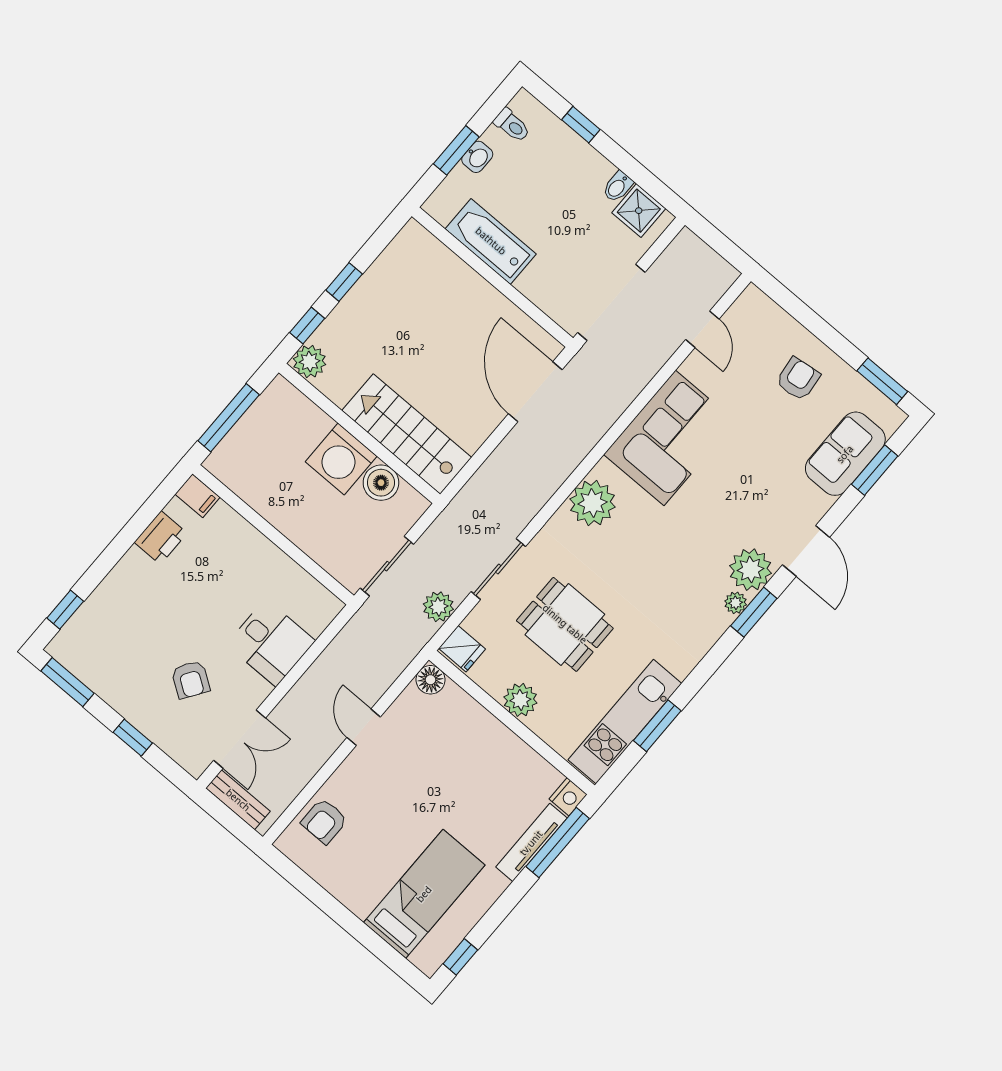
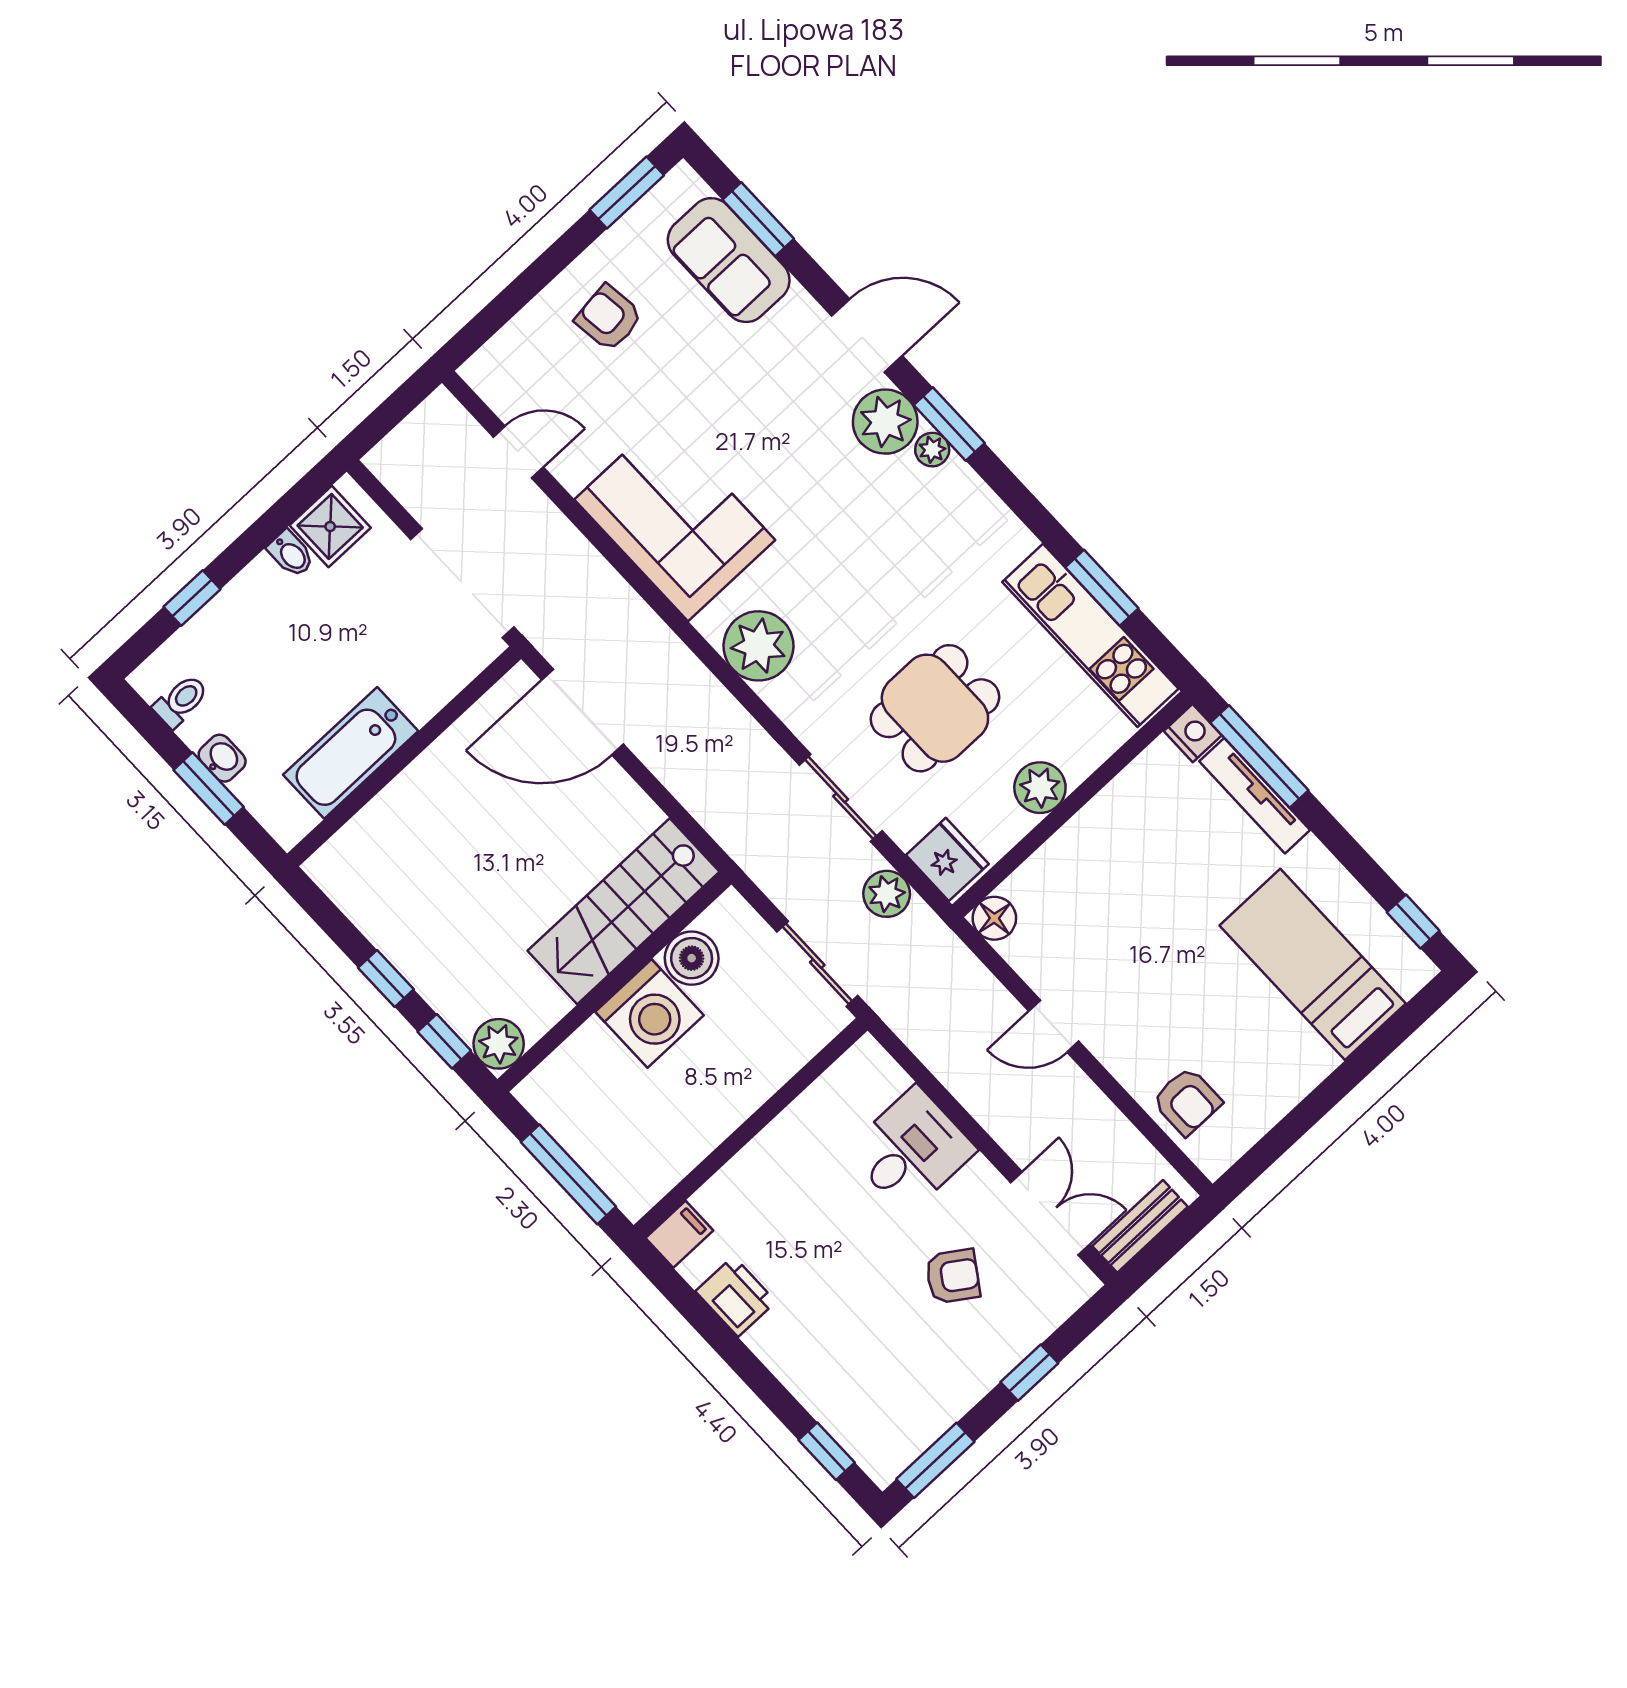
fridge: (462, 649) -> (947, 859), width x1.38

